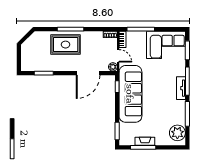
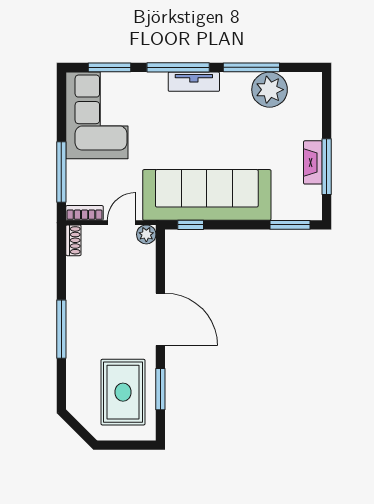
rug: (66, 45) -> (123, 392), moved
door: (88, 73) -> (160, 319), moved
plant: (177, 133) -> (270, 90), moved

